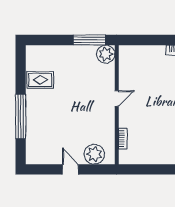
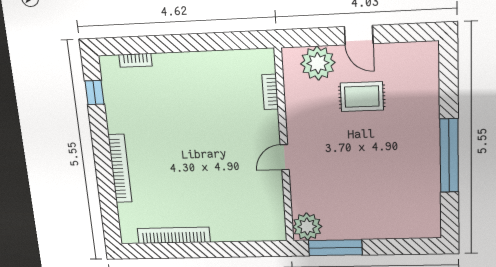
rug: (40, 80) -> (362, 97), moved
window: (21, 116) -> (449, 156), moved

